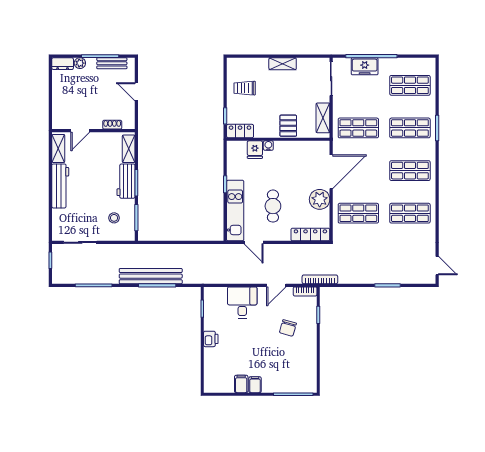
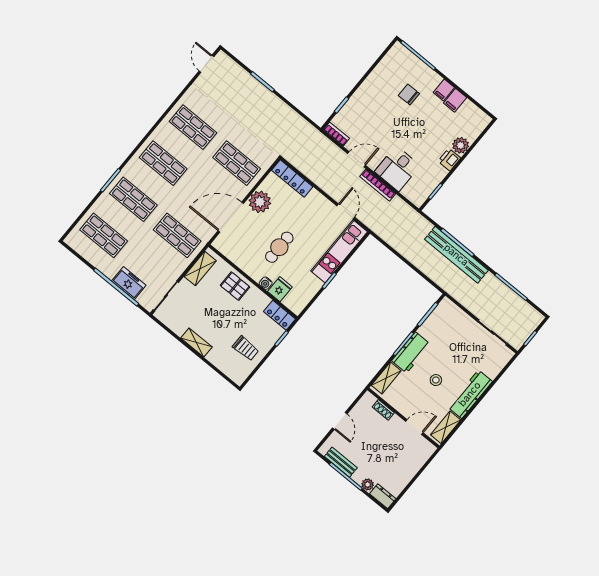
pallet: (288, 126) -> (235, 286), turned 90
cafe table: (273, 206) -> (279, 247), moved
stool: (114, 218) -> (436, 380), moved
bookcase: (320, 279) -> (378, 185), moved
chair: (288, 328) -> (409, 94), moved, turned -106
plant: (211, 355) -> (461, 145), added

